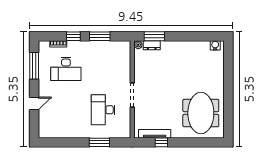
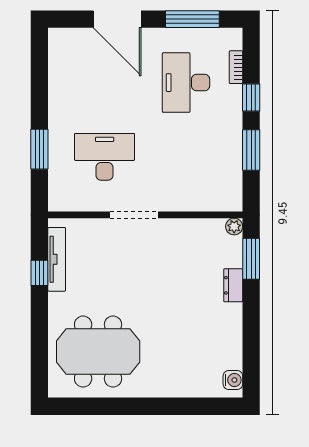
dresser: (152, 45) -> (233, 285), moved
door: (34, 103) -> (117, 19), width x1.87

